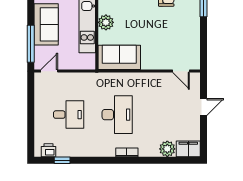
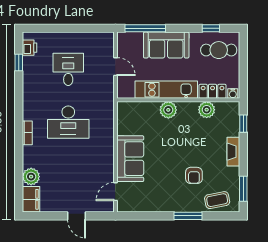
sofa: (119, 57) -> (130, 159), moved
door: (49, 71) -> (115, 67), moved
desk: (69, 115) -> (68, 69), turned 180

